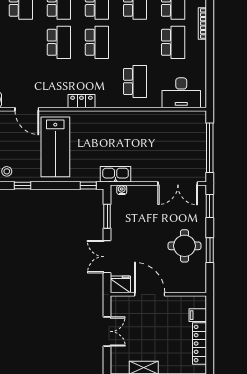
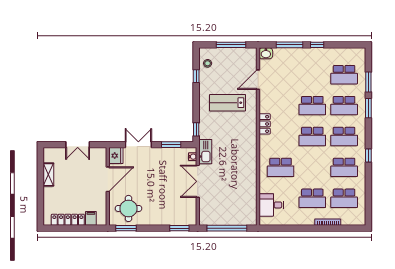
desk: (181, 93) -> (271, 205), width x0.73
lab bench: (55, 147) -> (228, 103), width x0.73, depth x0.72
double door: (178, 184) -> (198, 181), moved
round table: (185, 246) -> (128, 208), moved
window: (210, 250) -> (126, 228), moved

